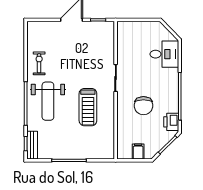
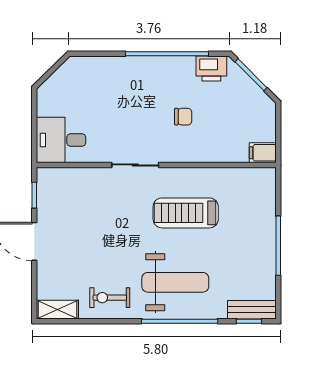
shelving: (32, 33) -> (57, 310), added
desk: (164, 54) -> (61, 140), moved, turned -90
chair: (143, 106) -> (183, 117), width x0.54, depth x0.54
treadmill: (88, 107) -> (186, 213), turned 180
filing cabinet: (138, 151) -> (263, 153), moved

